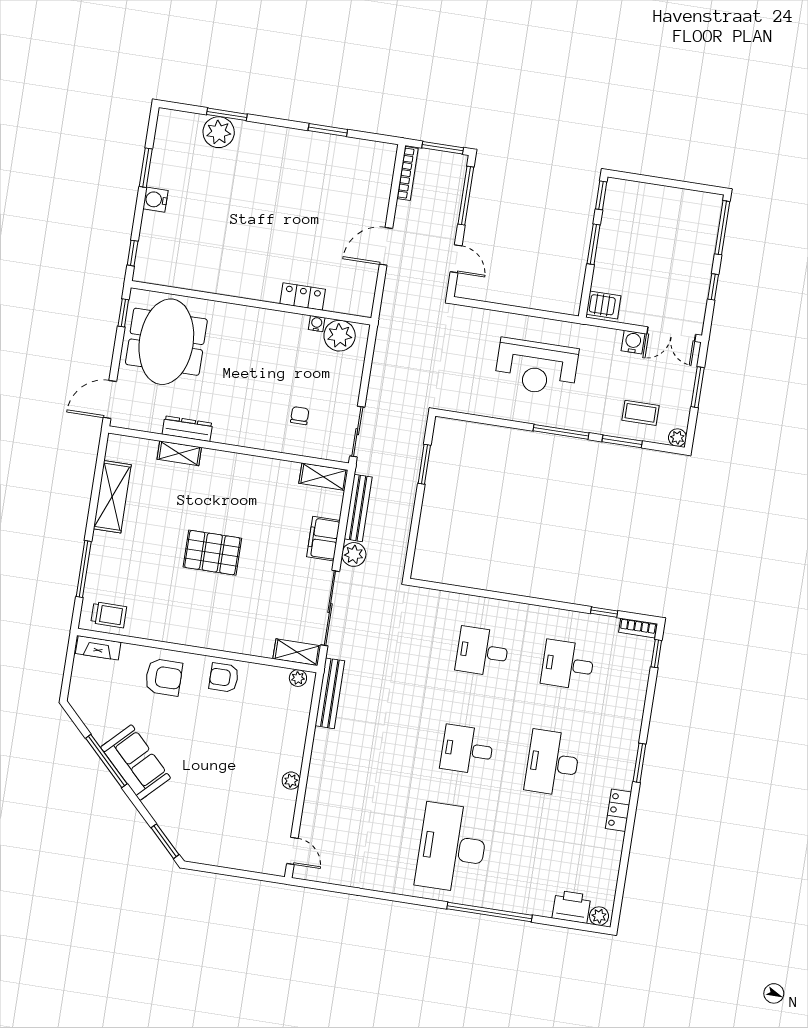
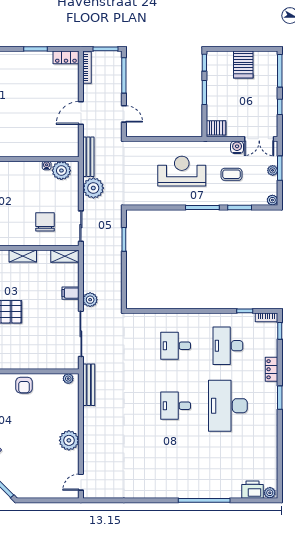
server rack: (664, 208) -> (243, 64), added
locker: (303, 296) -> (66, 57), moved, turned 180
reception desk: (536, 367) -> (182, 171), turned 180
plant: (387, 372) -> (93, 188), added
plant: (685, 389) -> (273, 170), added
coffee table: (640, 413) -> (231, 174), moved
chair: (300, 416) -> (45, 222), width x1.87, depth x1.87
bench: (358, 508) -> (88, 157), moved
filing cabinet: (323, 539) -> (71, 293), width x0.50
shelving: (297, 652) -> (23, 256), moved
desk: (568, 665) -> (228, 346), width x1.37
armchair: (224, 678) -> (24, 385), turned -90
desk: (552, 763) -> (228, 406), width x1.36, depth x1.30
plant: (291, 781) -> (69, 440), width x1.88, depth x1.88
locker: (618, 810) -> (272, 369), moved
desk: (452, 848) -> (176, 466), removed
door: (292, 851) -> (81, 482), swing flipped

